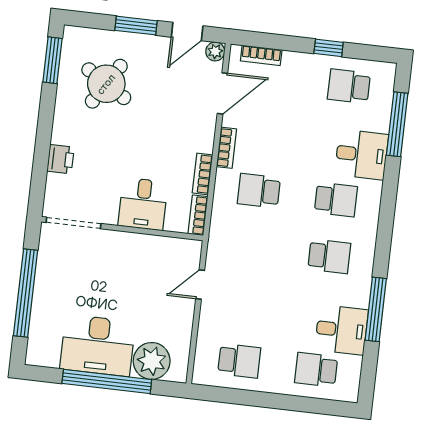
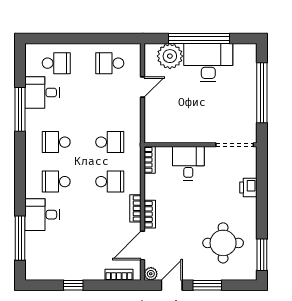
round table: (106, 84) -> (223, 243), turned -32
school desk: (349, 86) -> (110, 142), moved
bookcase: (203, 174) -> (150, 214), moved
door: (200, 284) -> (143, 87), moved

